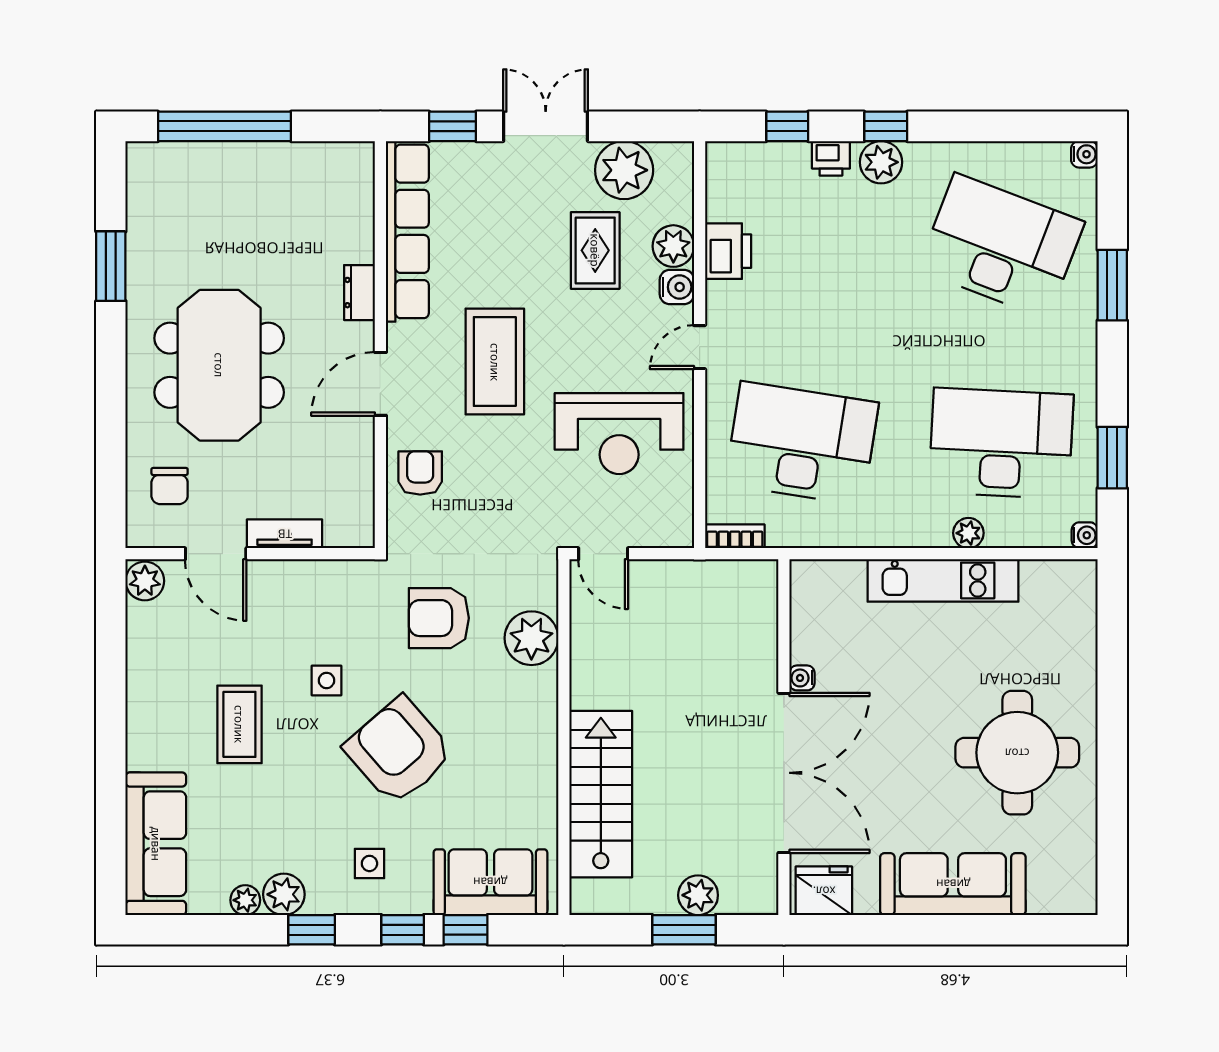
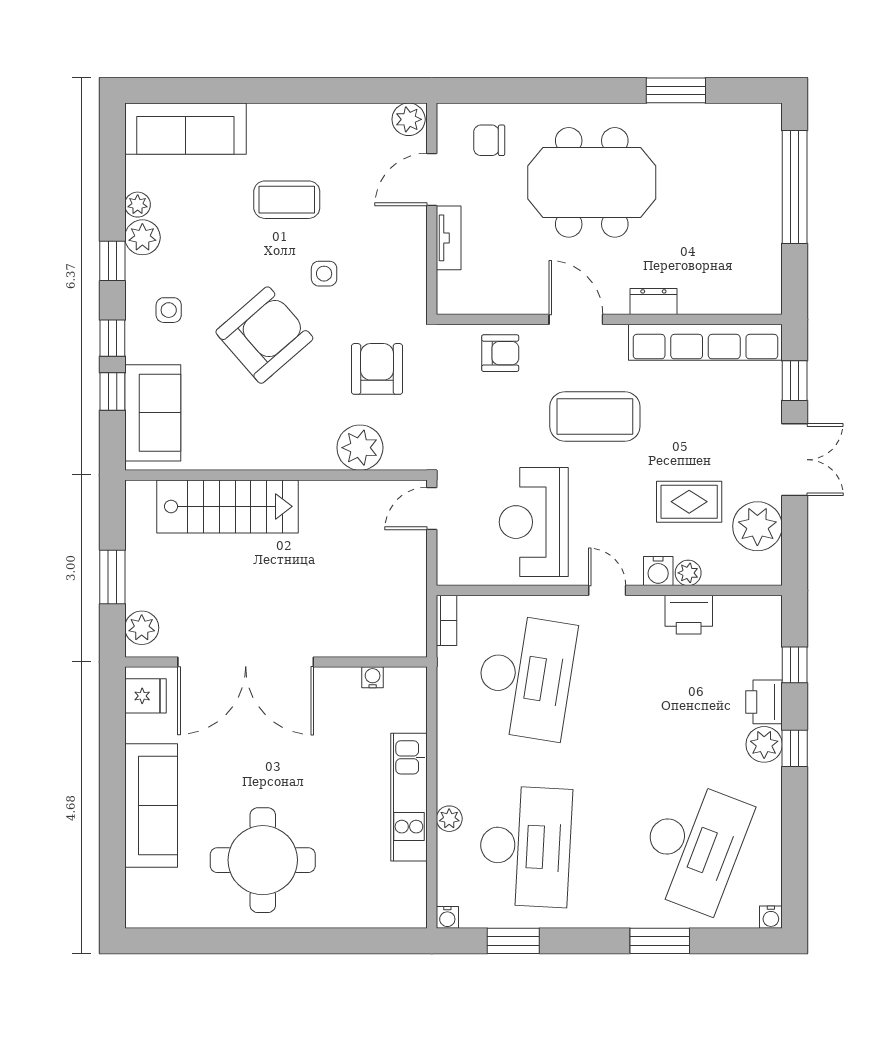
printer: (831, 158) -> (764, 702), width x1.36, depth x1.24
plant: (673, 246) -> (688, 573), width x0.73, depth x0.73
water cooler: (802, 678) -> (373, 677), moved
fridge: (824, 891) -> (145, 696), width x0.72
plant: (698, 895) -> (142, 628), moved

